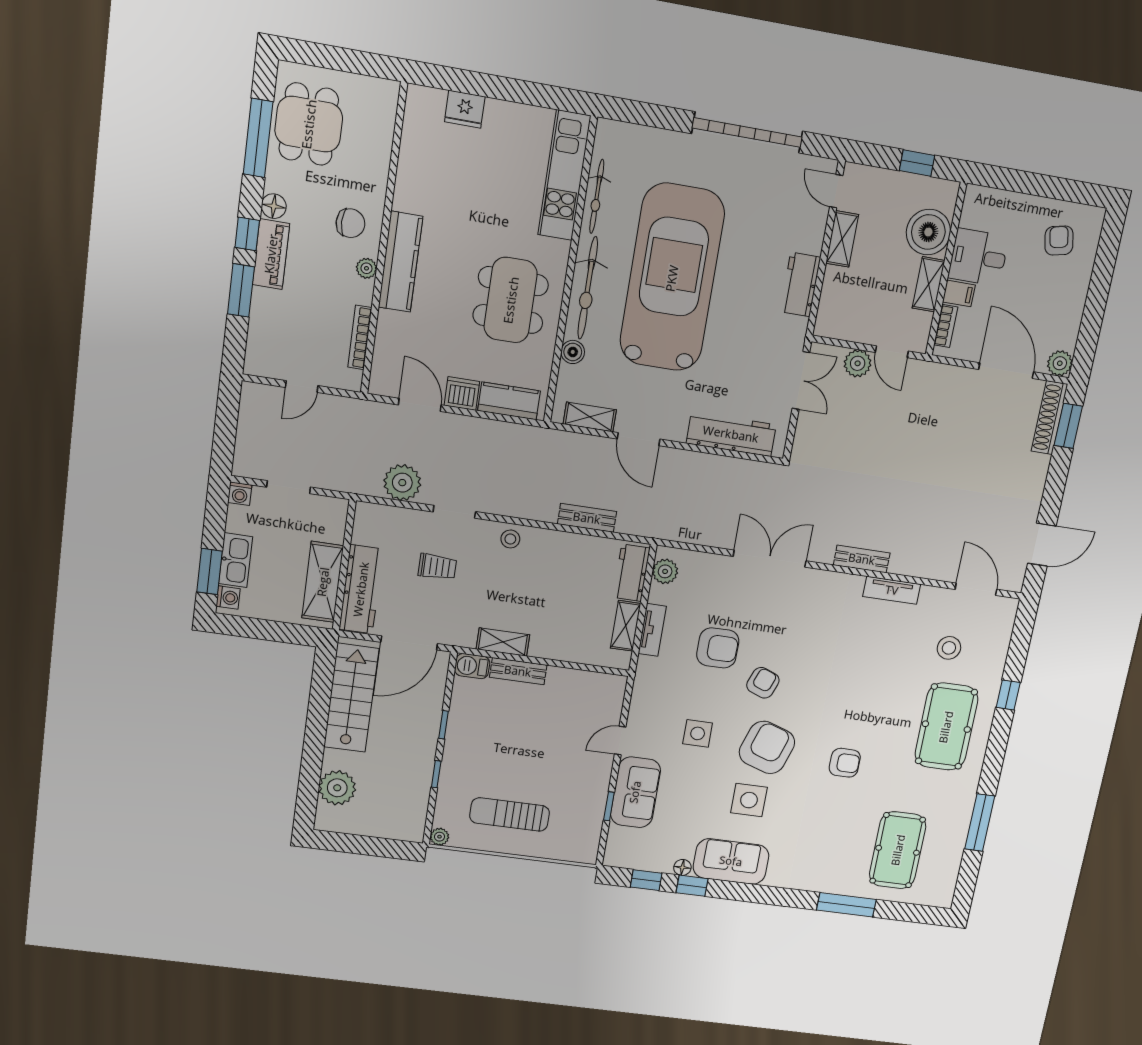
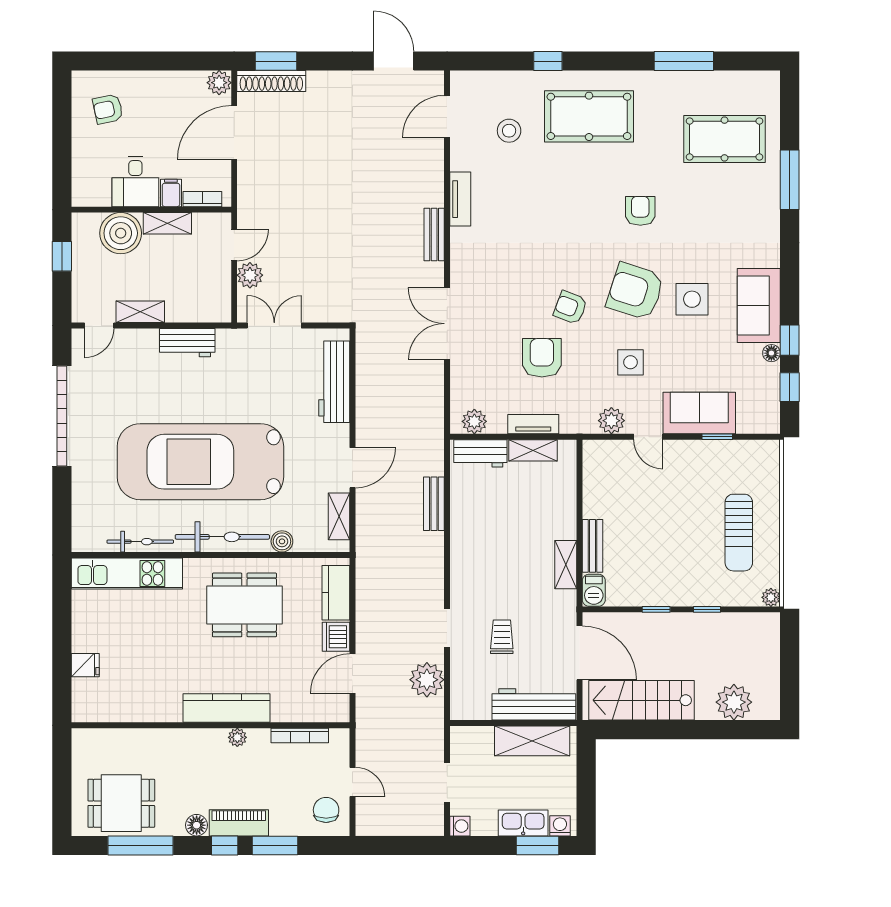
fridge: (465, 109) -> (85, 665), width x0.72
chair: (350, 223) -> (326, 810), moved
stool: (510, 539) -> (465, 572), removed
plant: (643, 707) -> (611, 421), added

